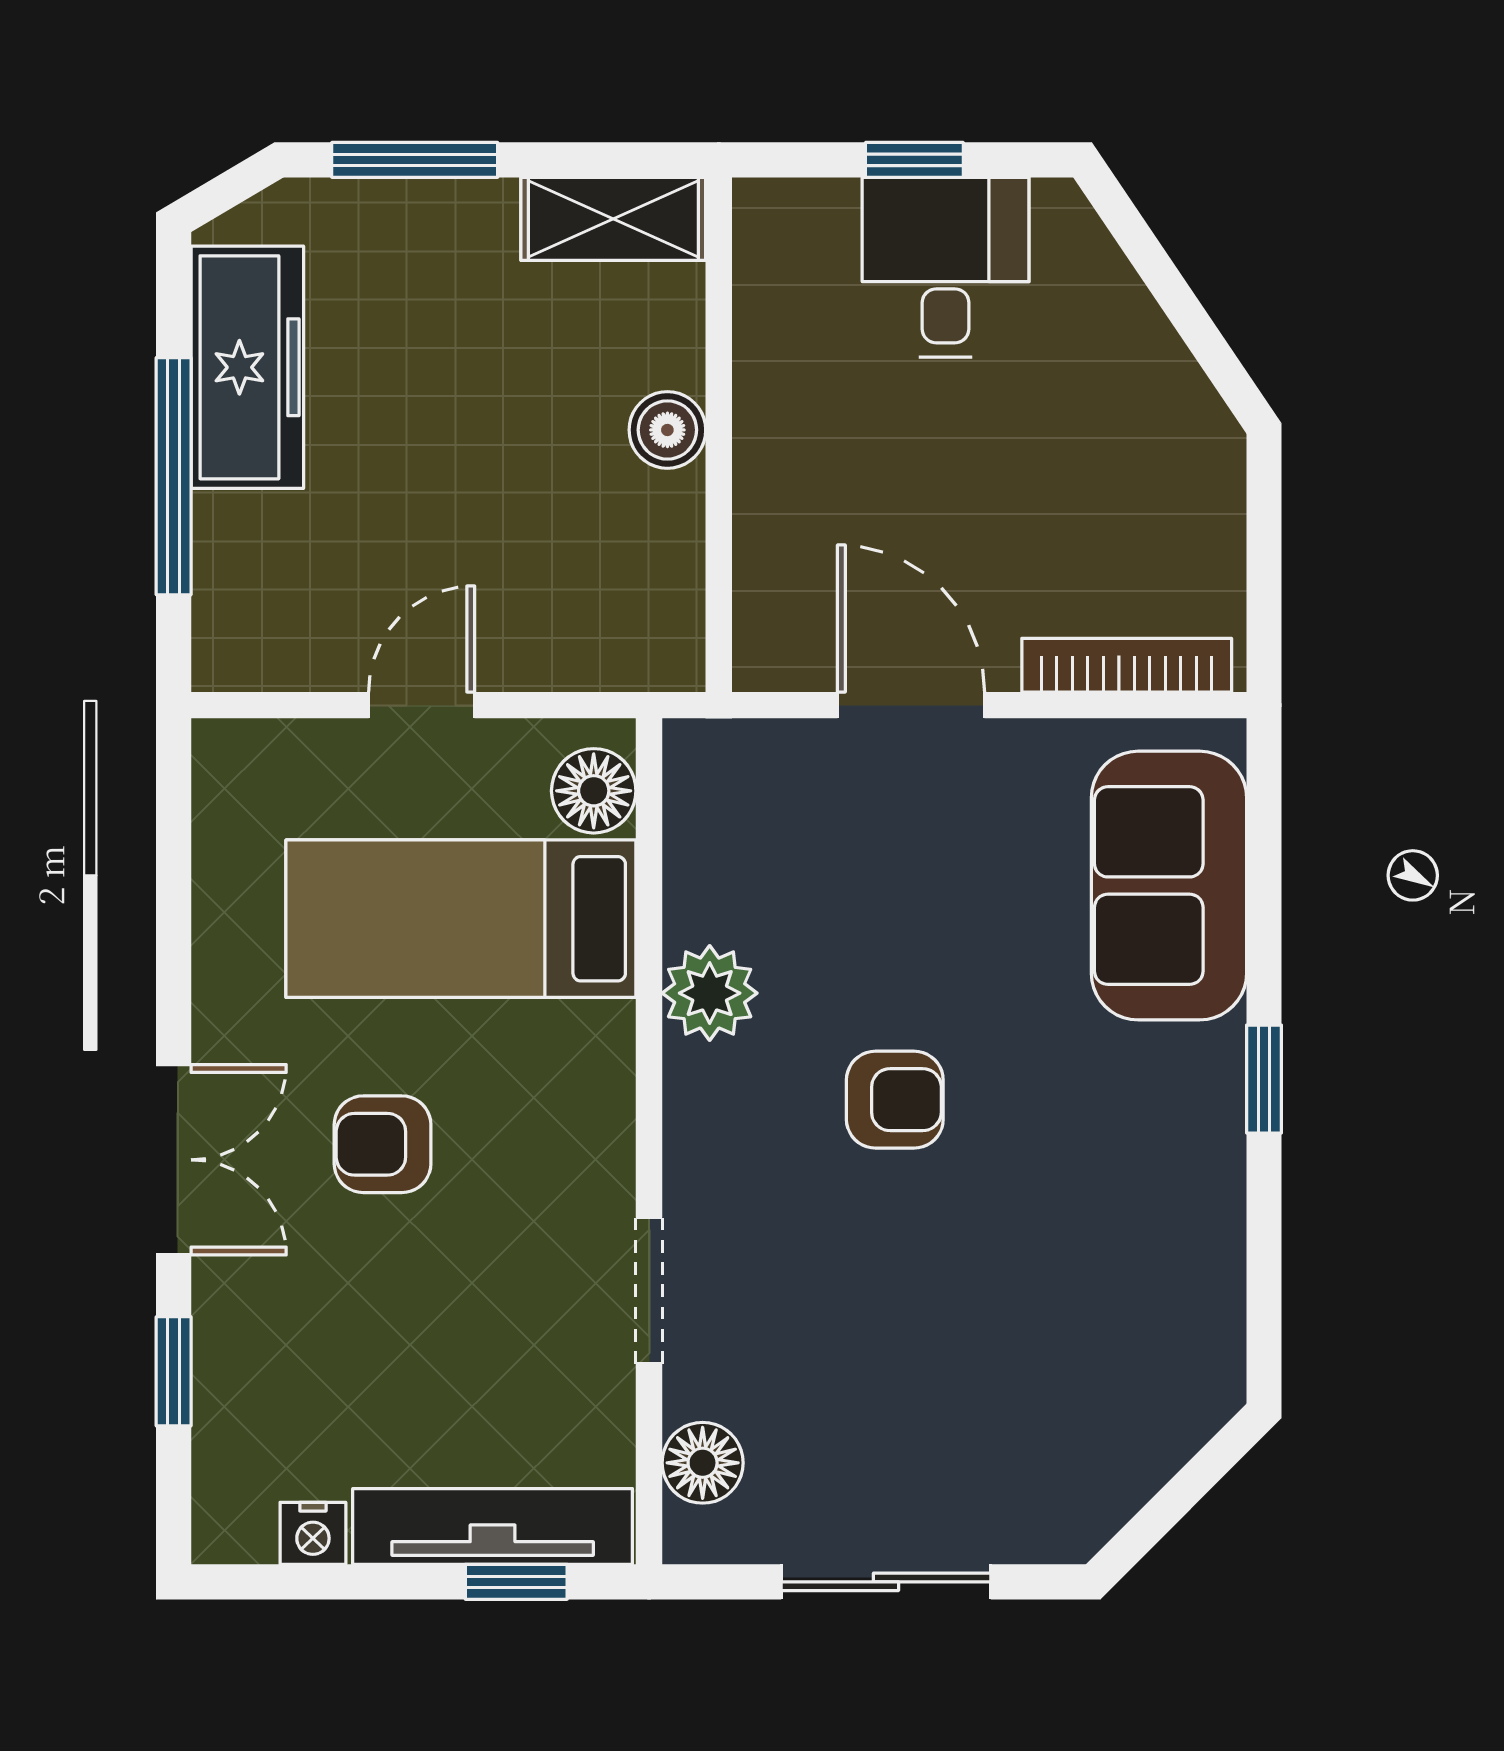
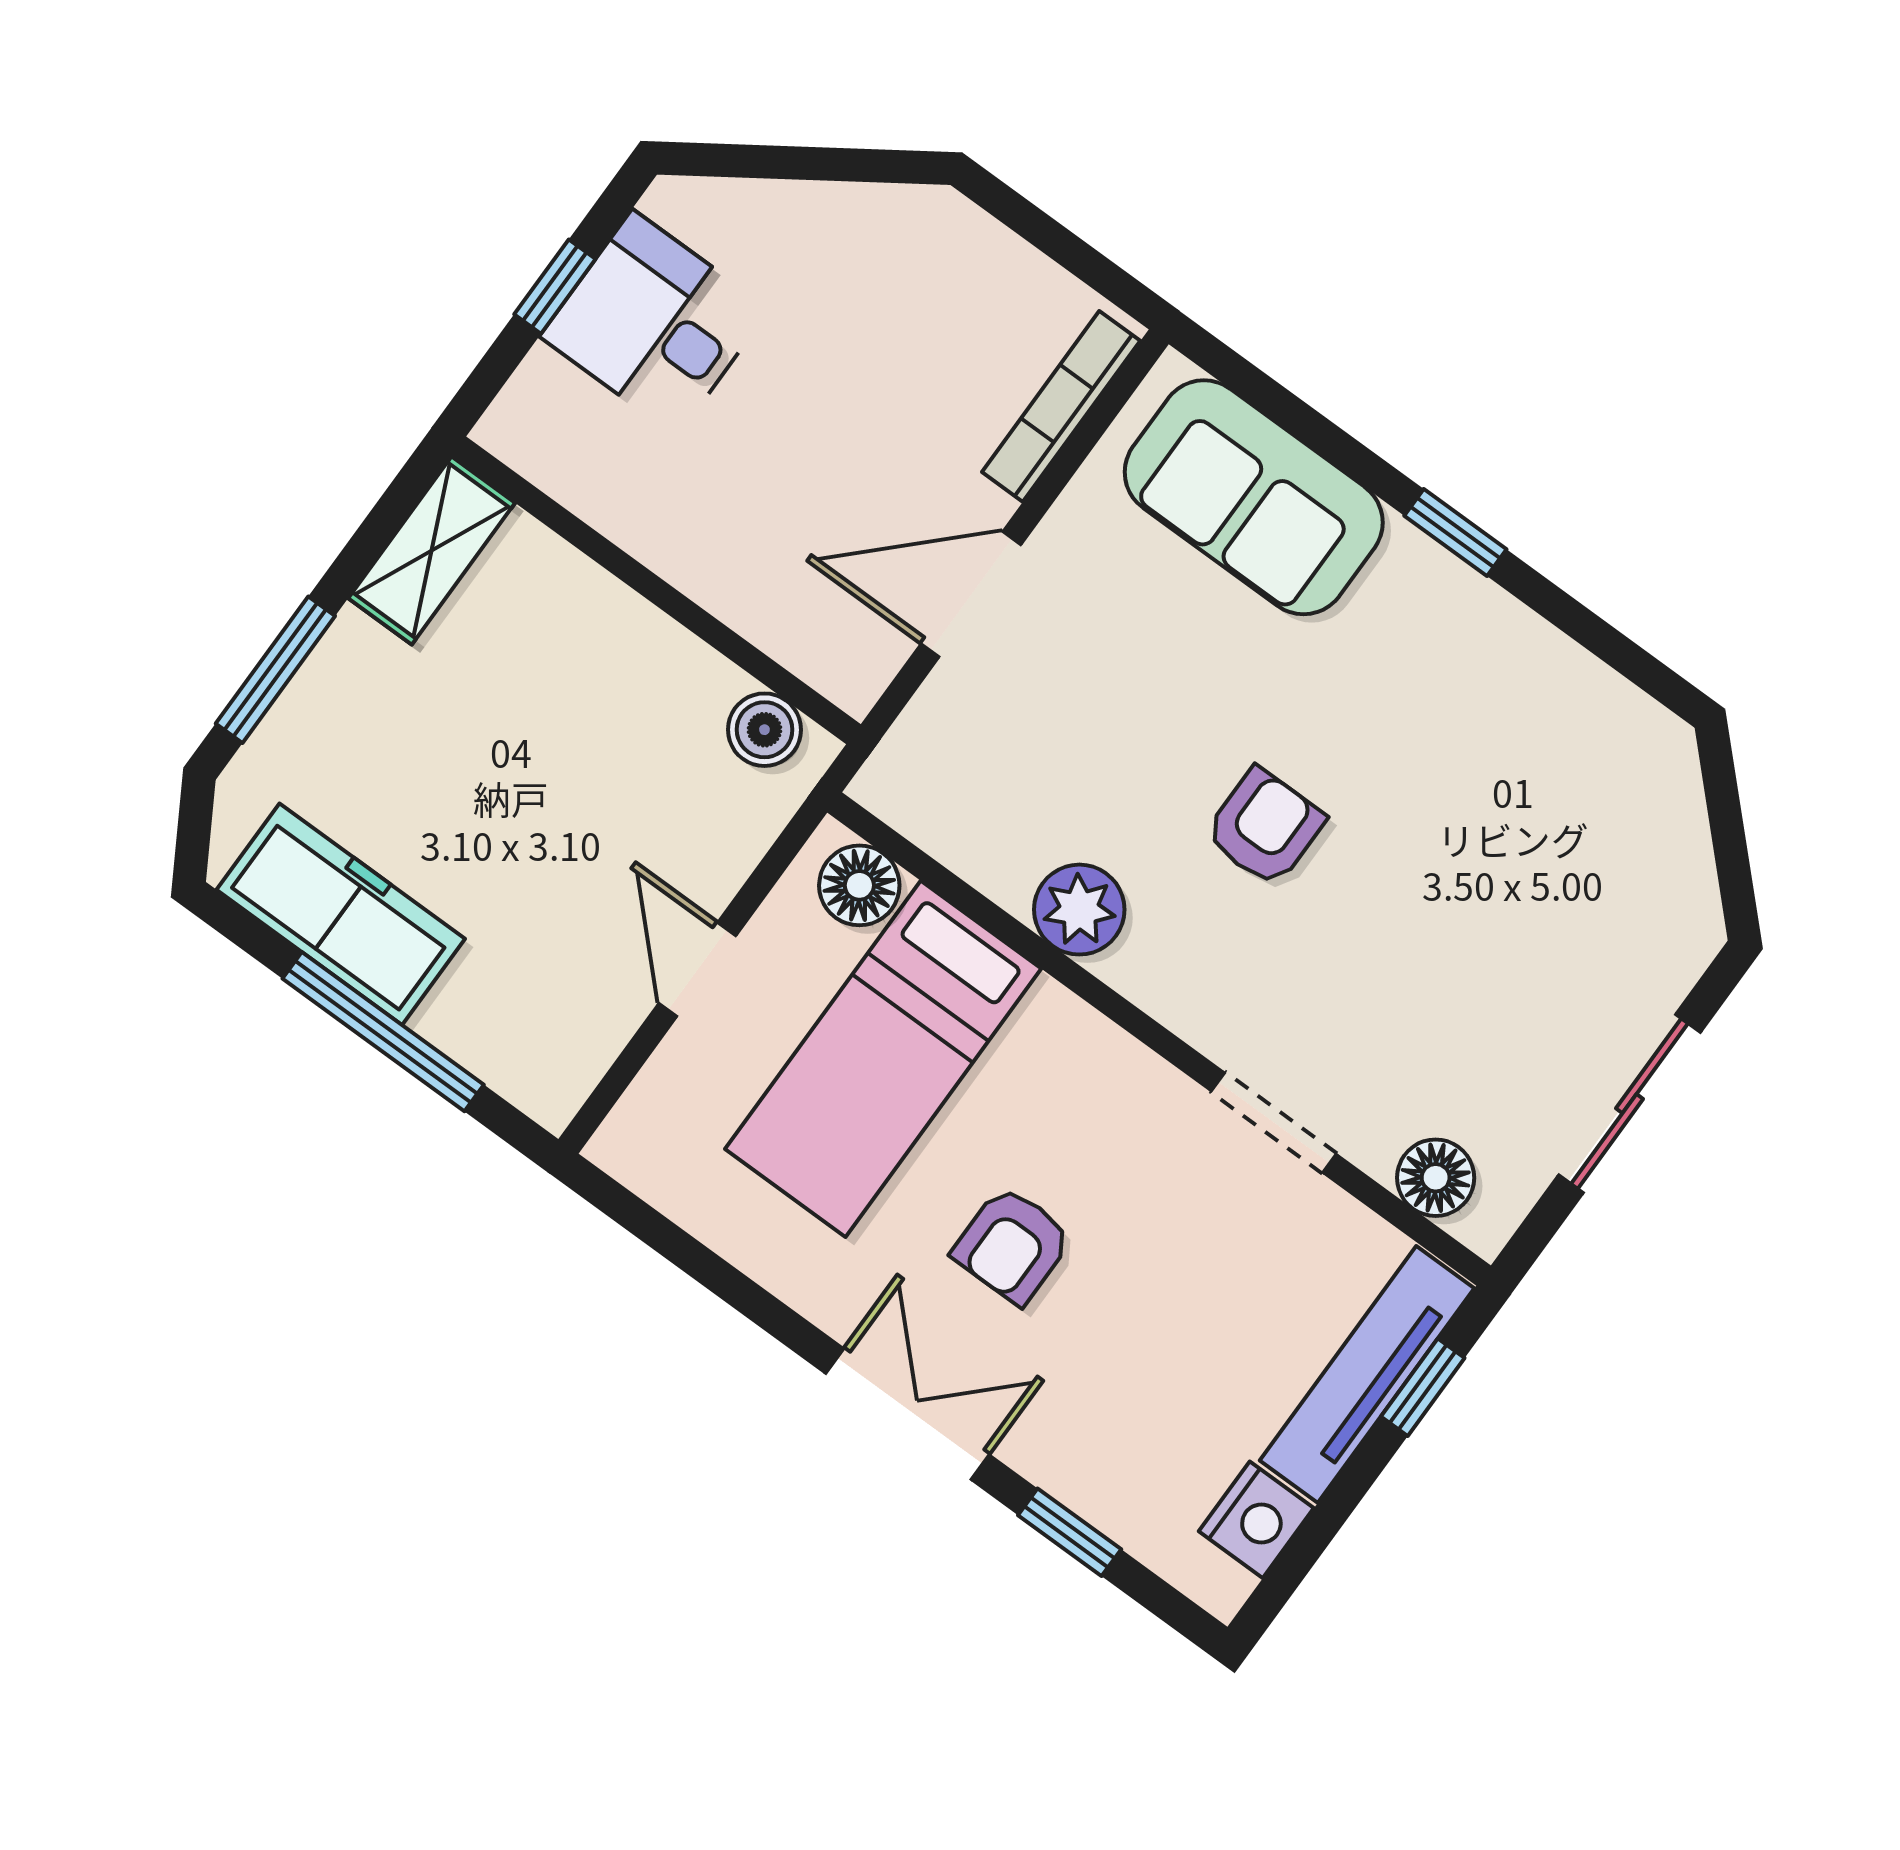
boiler: (667, 430) -> (764, 730), moved
nightstand: (313, 1533) -> (1256, 1520), width x1.39, depth x1.35

